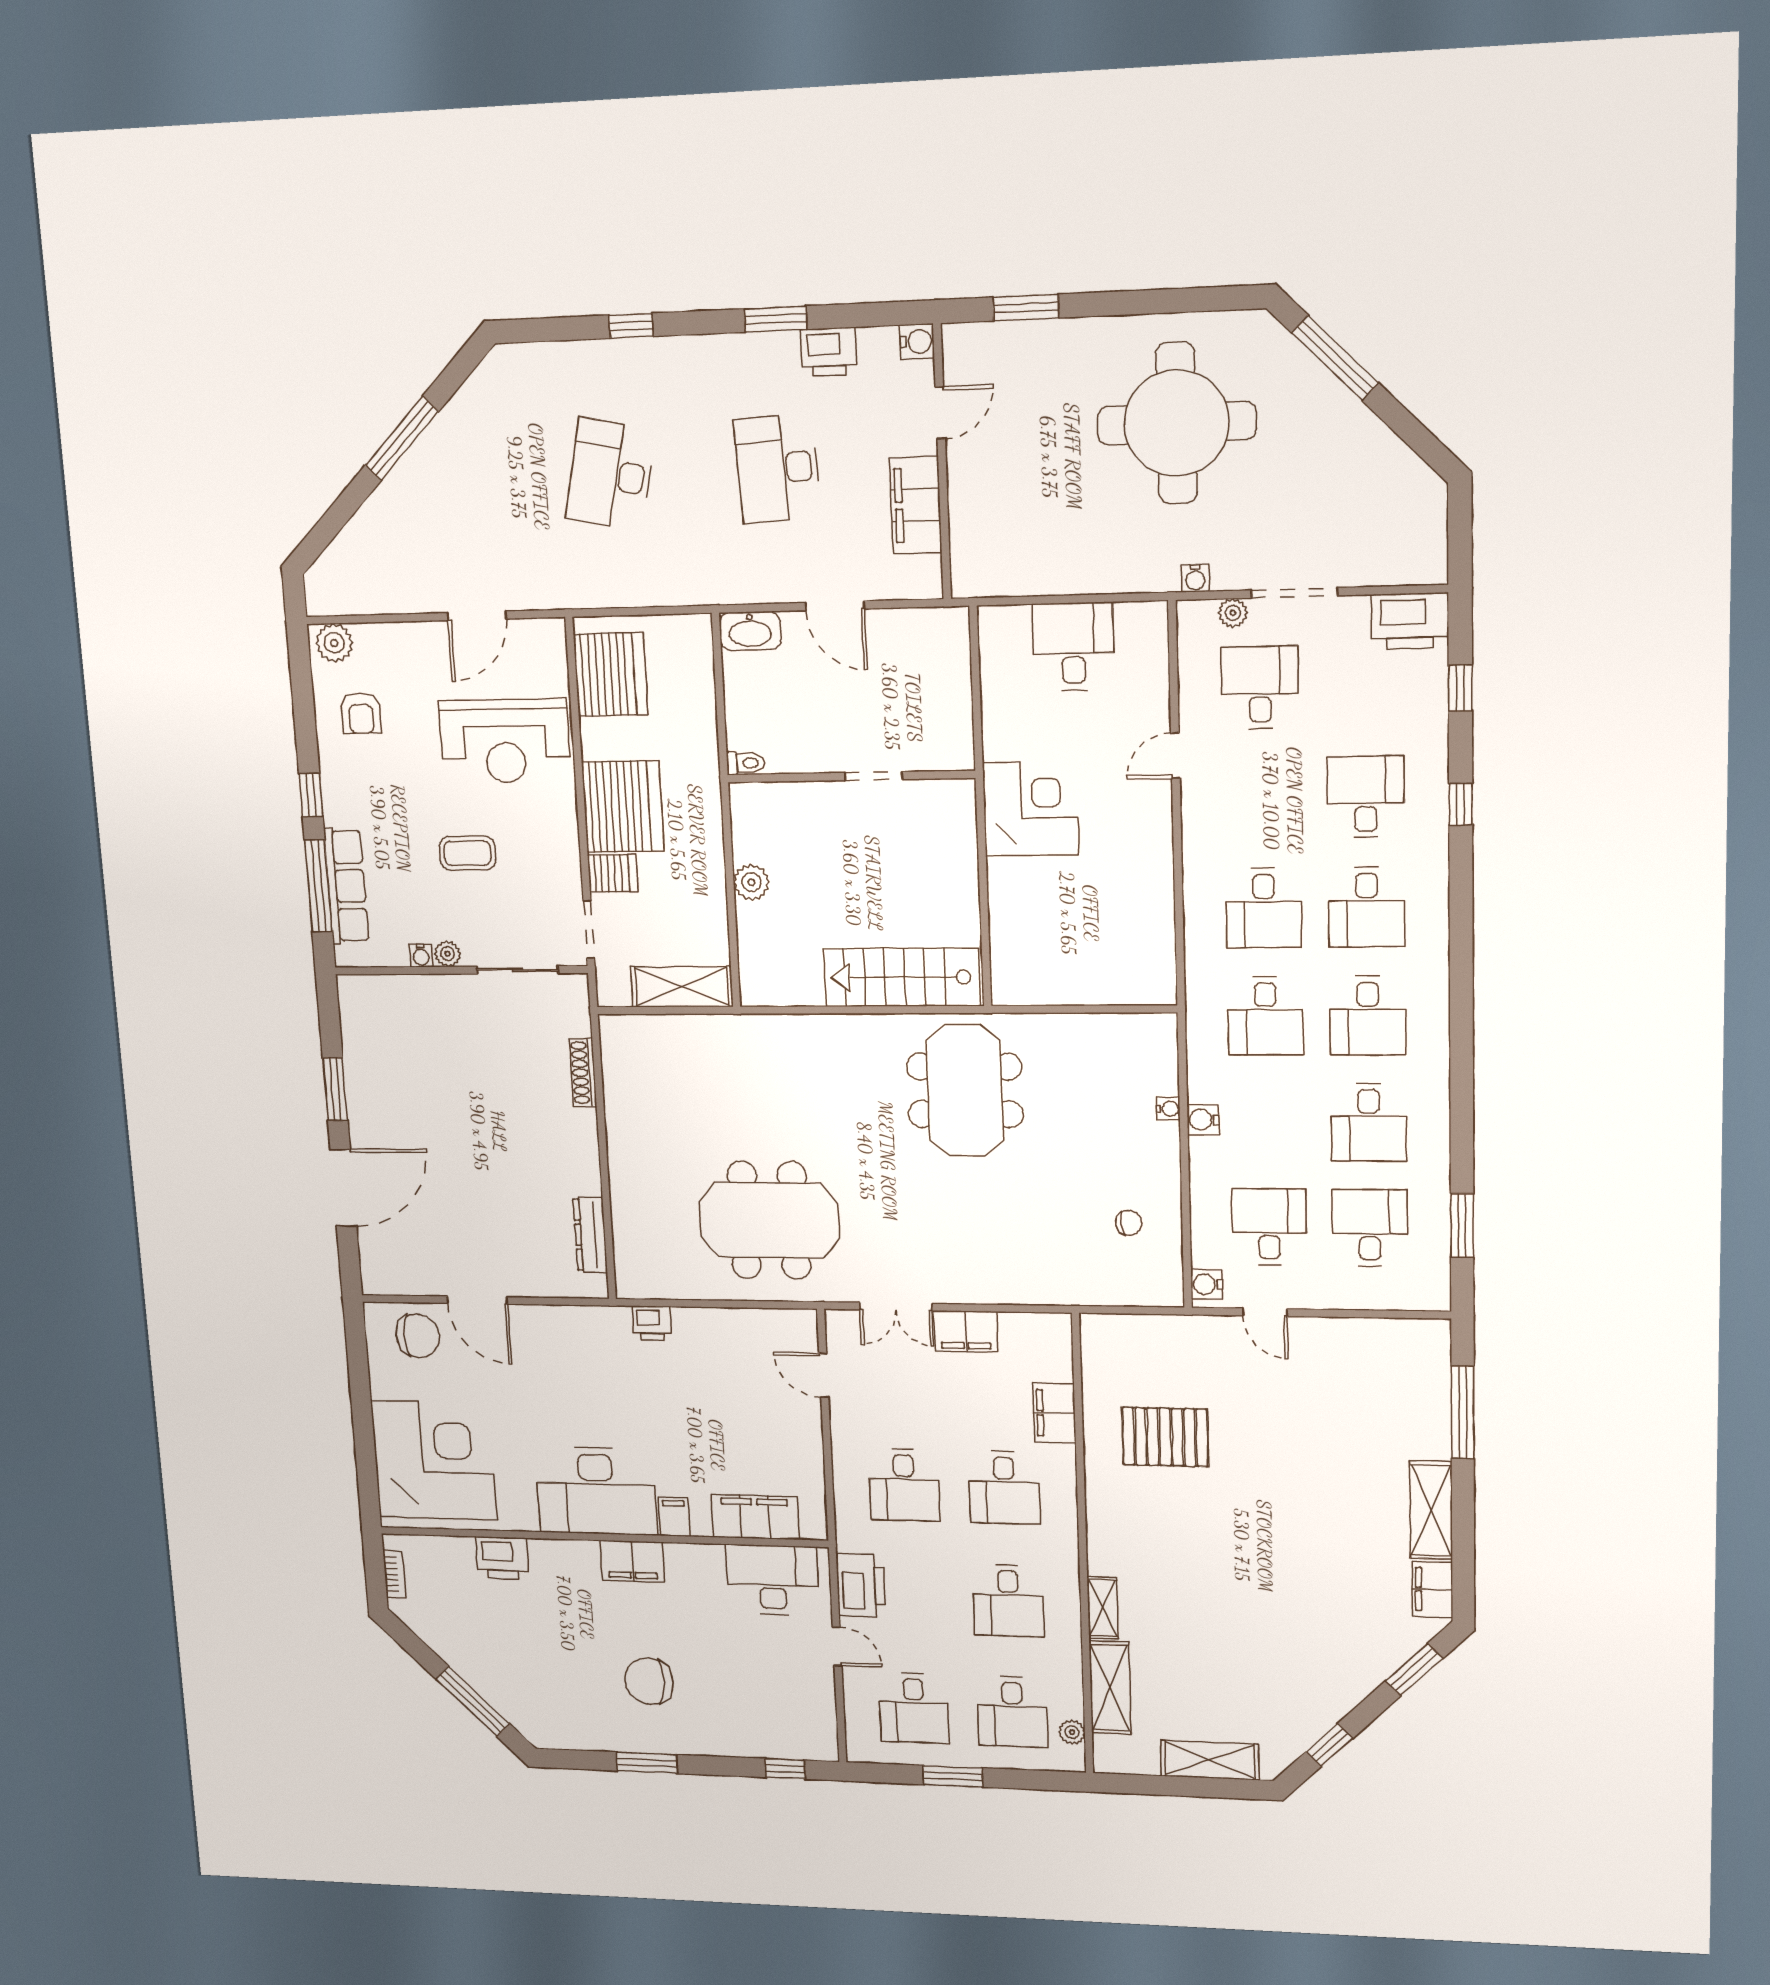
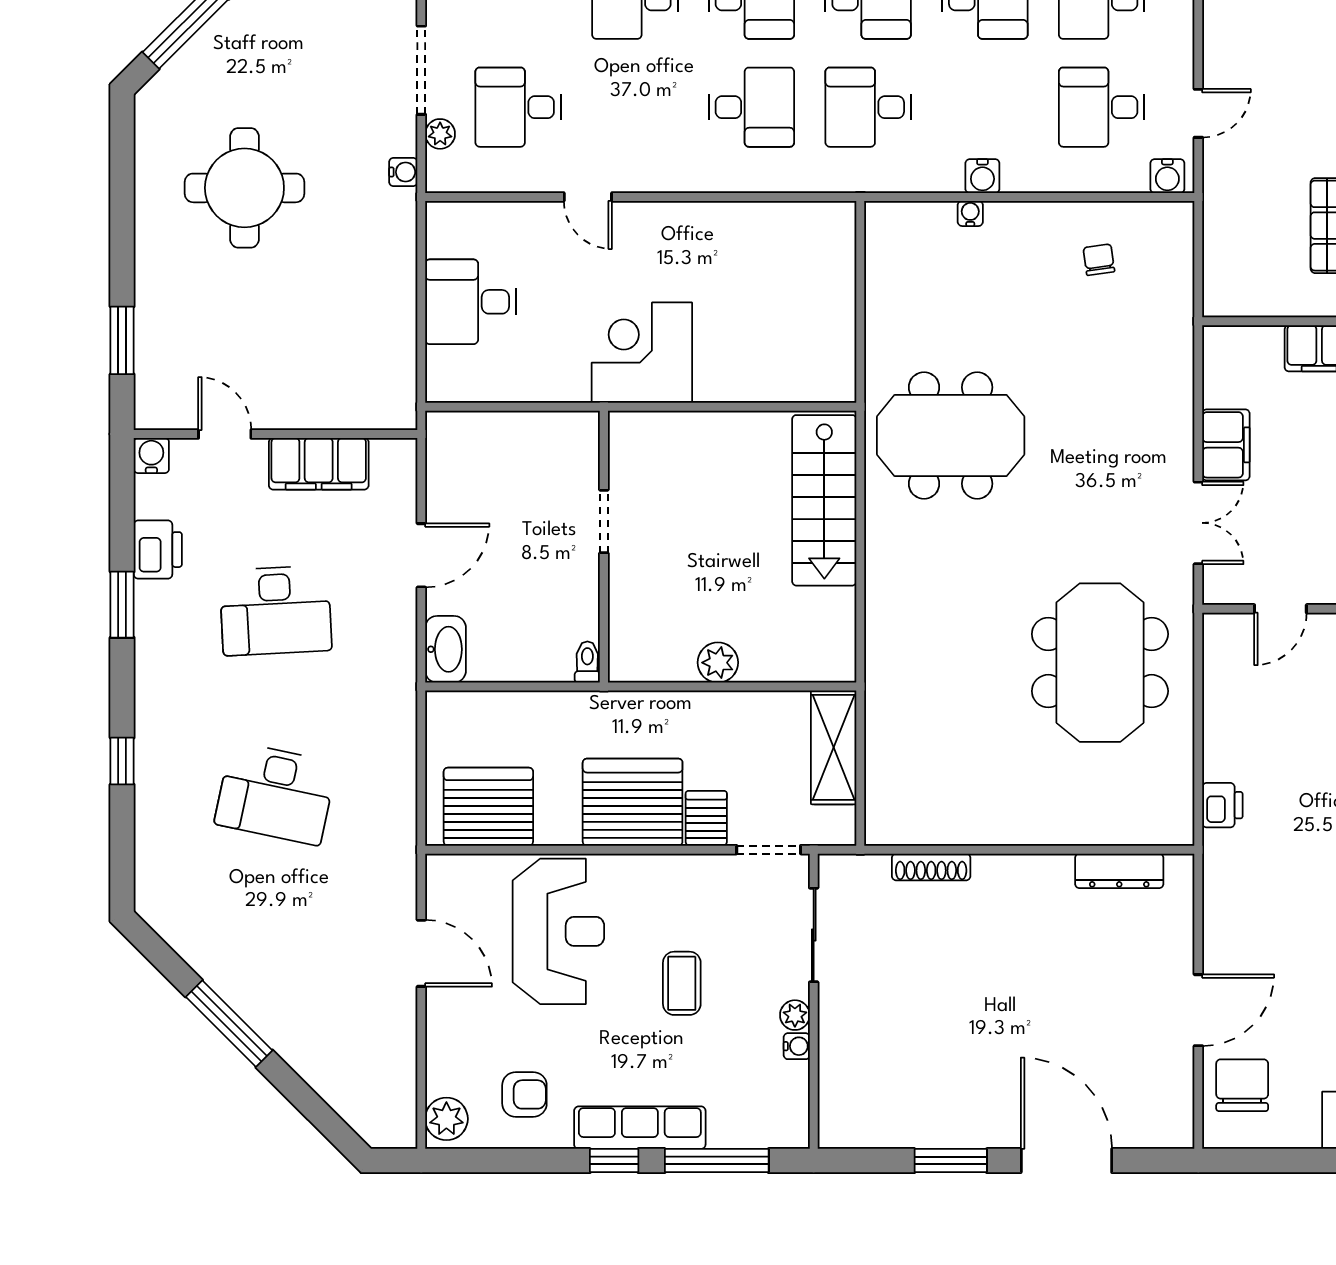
round table: (1177, 423) -> (244, 188), width x0.73, depth x0.73
row of seats: (346, 886) -> (640, 1128), moved
desk: (1266, 1016) -> (868, 107), turned 180

